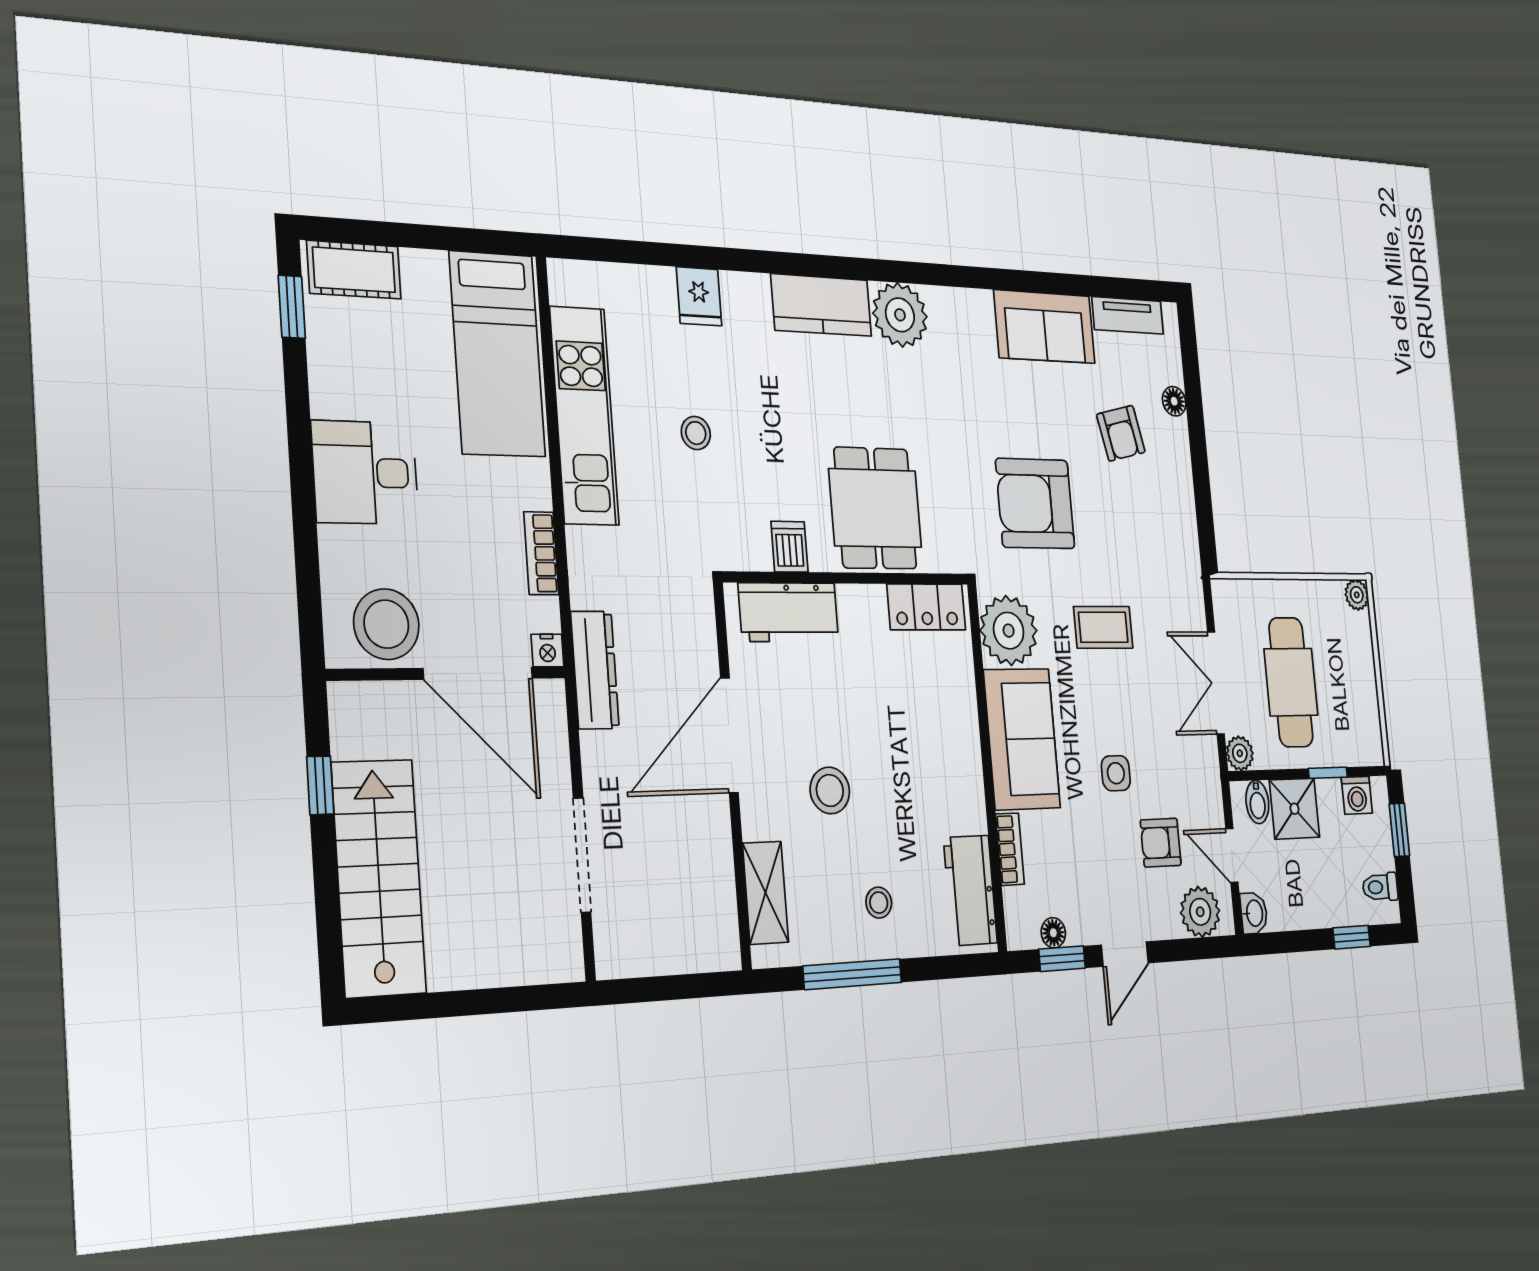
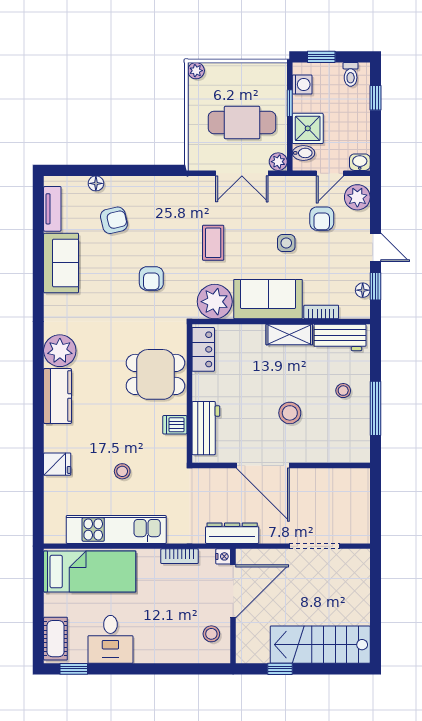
desk: (365, 473) -> (110, 639), moved
armchair: (1035, 504) -> (151, 278), width x0.53, depth x0.53
stool: (386, 624) -> (211, 634), width x0.53, depth x0.53
shelving: (765, 893) -> (289, 335), moved

